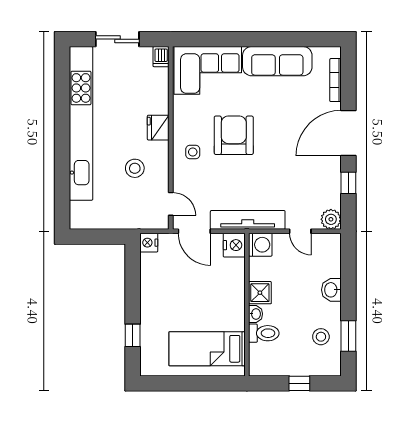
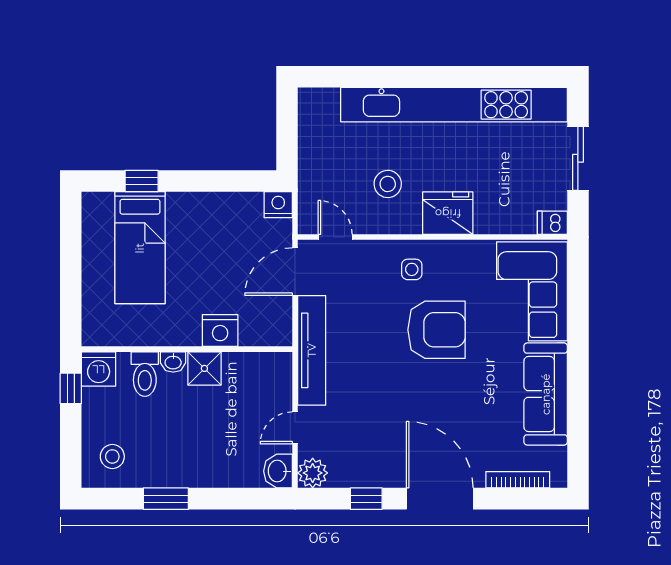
fridge: (158, 128) -> (448, 213), width x1.36, depth x1.34
door: (171, 204) -> (335, 237), swing flipped
nightstand: (234, 245) -> (220, 331), moved
washing machine: (260, 245) -> (99, 369), moved
washbasin: (331, 290) -> (278, 471), moved, turned -90
window: (348, 336) -> (166, 499), moved
stool: (321, 337) -> (112, 456), moved
bed: (207, 349) -> (140, 248), moved, turned 180
window: (299, 383) -> (71, 388), moved

